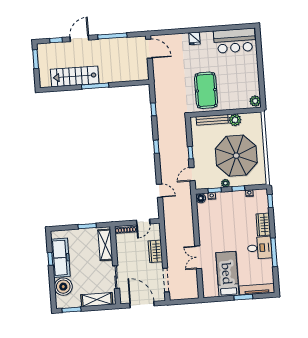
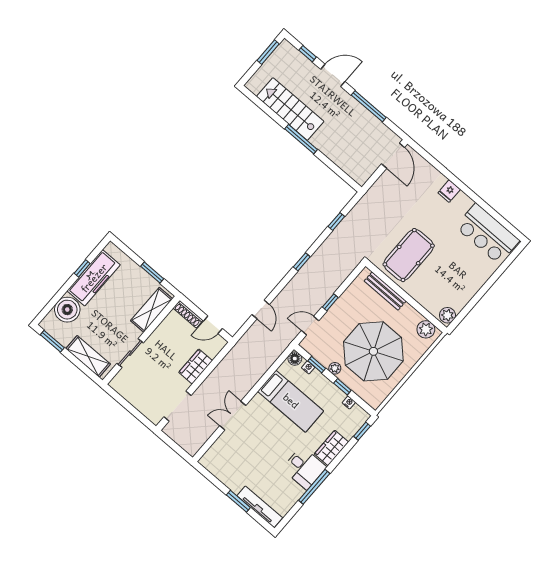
plant: (235, 120) -> (426, 329), moved
bed: (227, 274) -> (291, 401), moved, turned 90
door: (142, 305) -> (129, 407), removed

